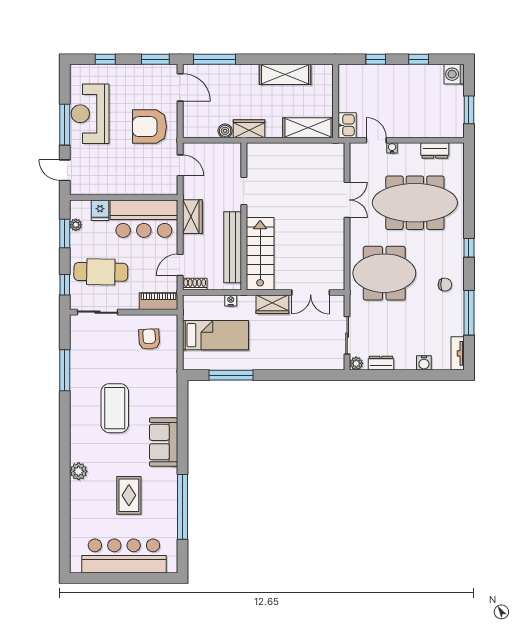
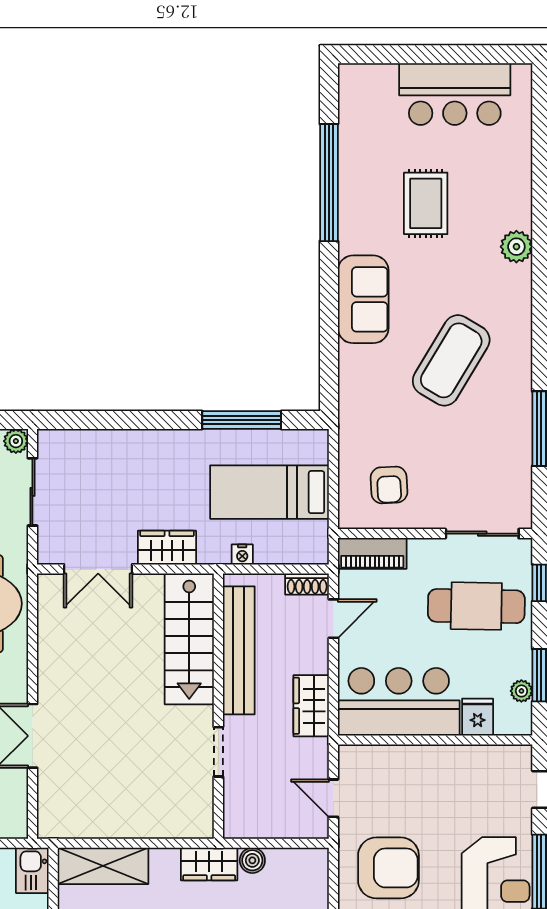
double door: (311, 292) -> (98, 569), swing flipped
coffee table: (115, 408) -> (451, 360), turned 31
bar counter: (124, 556) -> (455, 94), width x0.73

